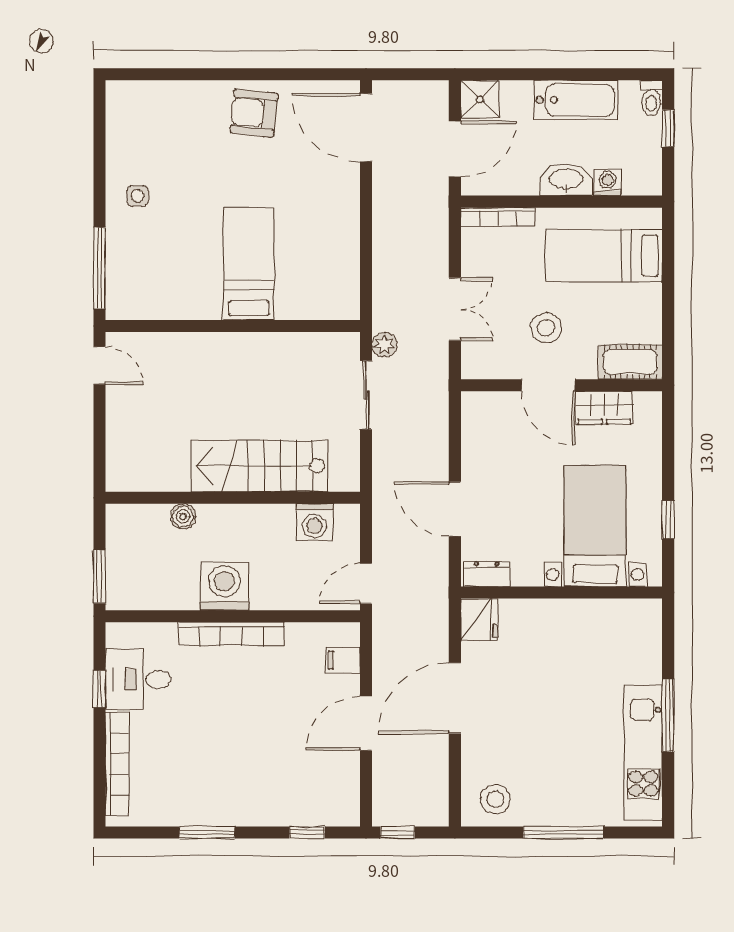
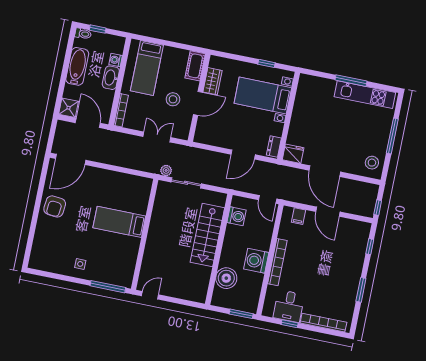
boiler: (183, 516) -> (226, 278), width x1.86, depth x1.86

